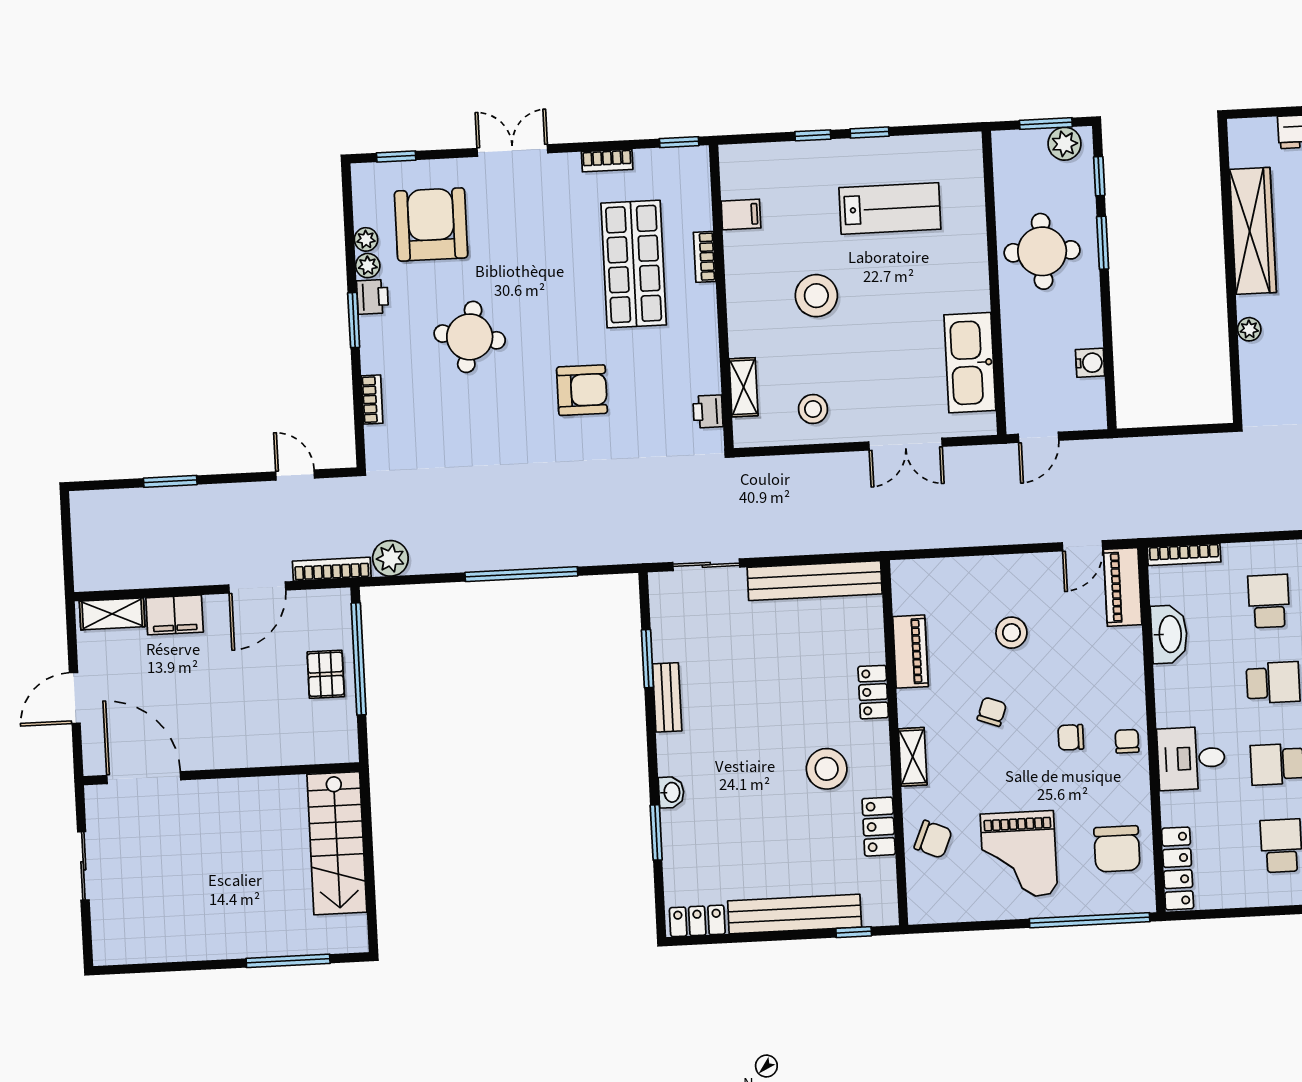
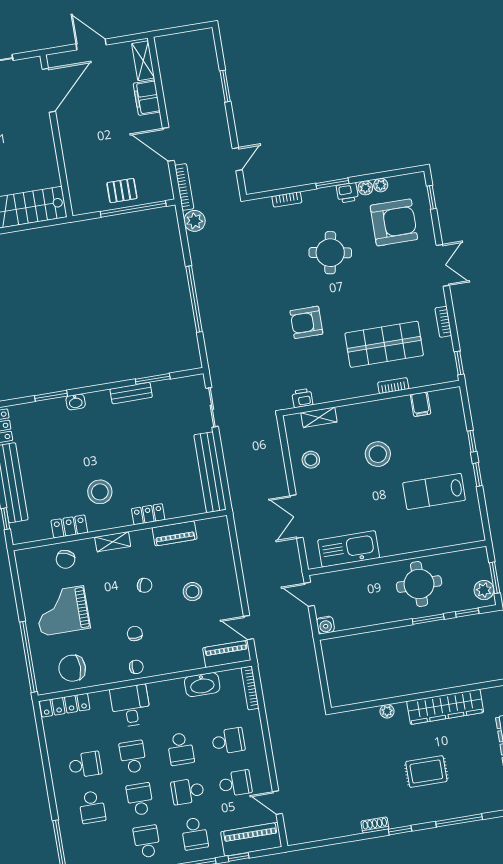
lab bench: (890, 208) -> (434, 491), turned 90
water cooler: (1090, 363) -> (325, 625), moved
armchair: (582, 390) -> (306, 322), turned 90

